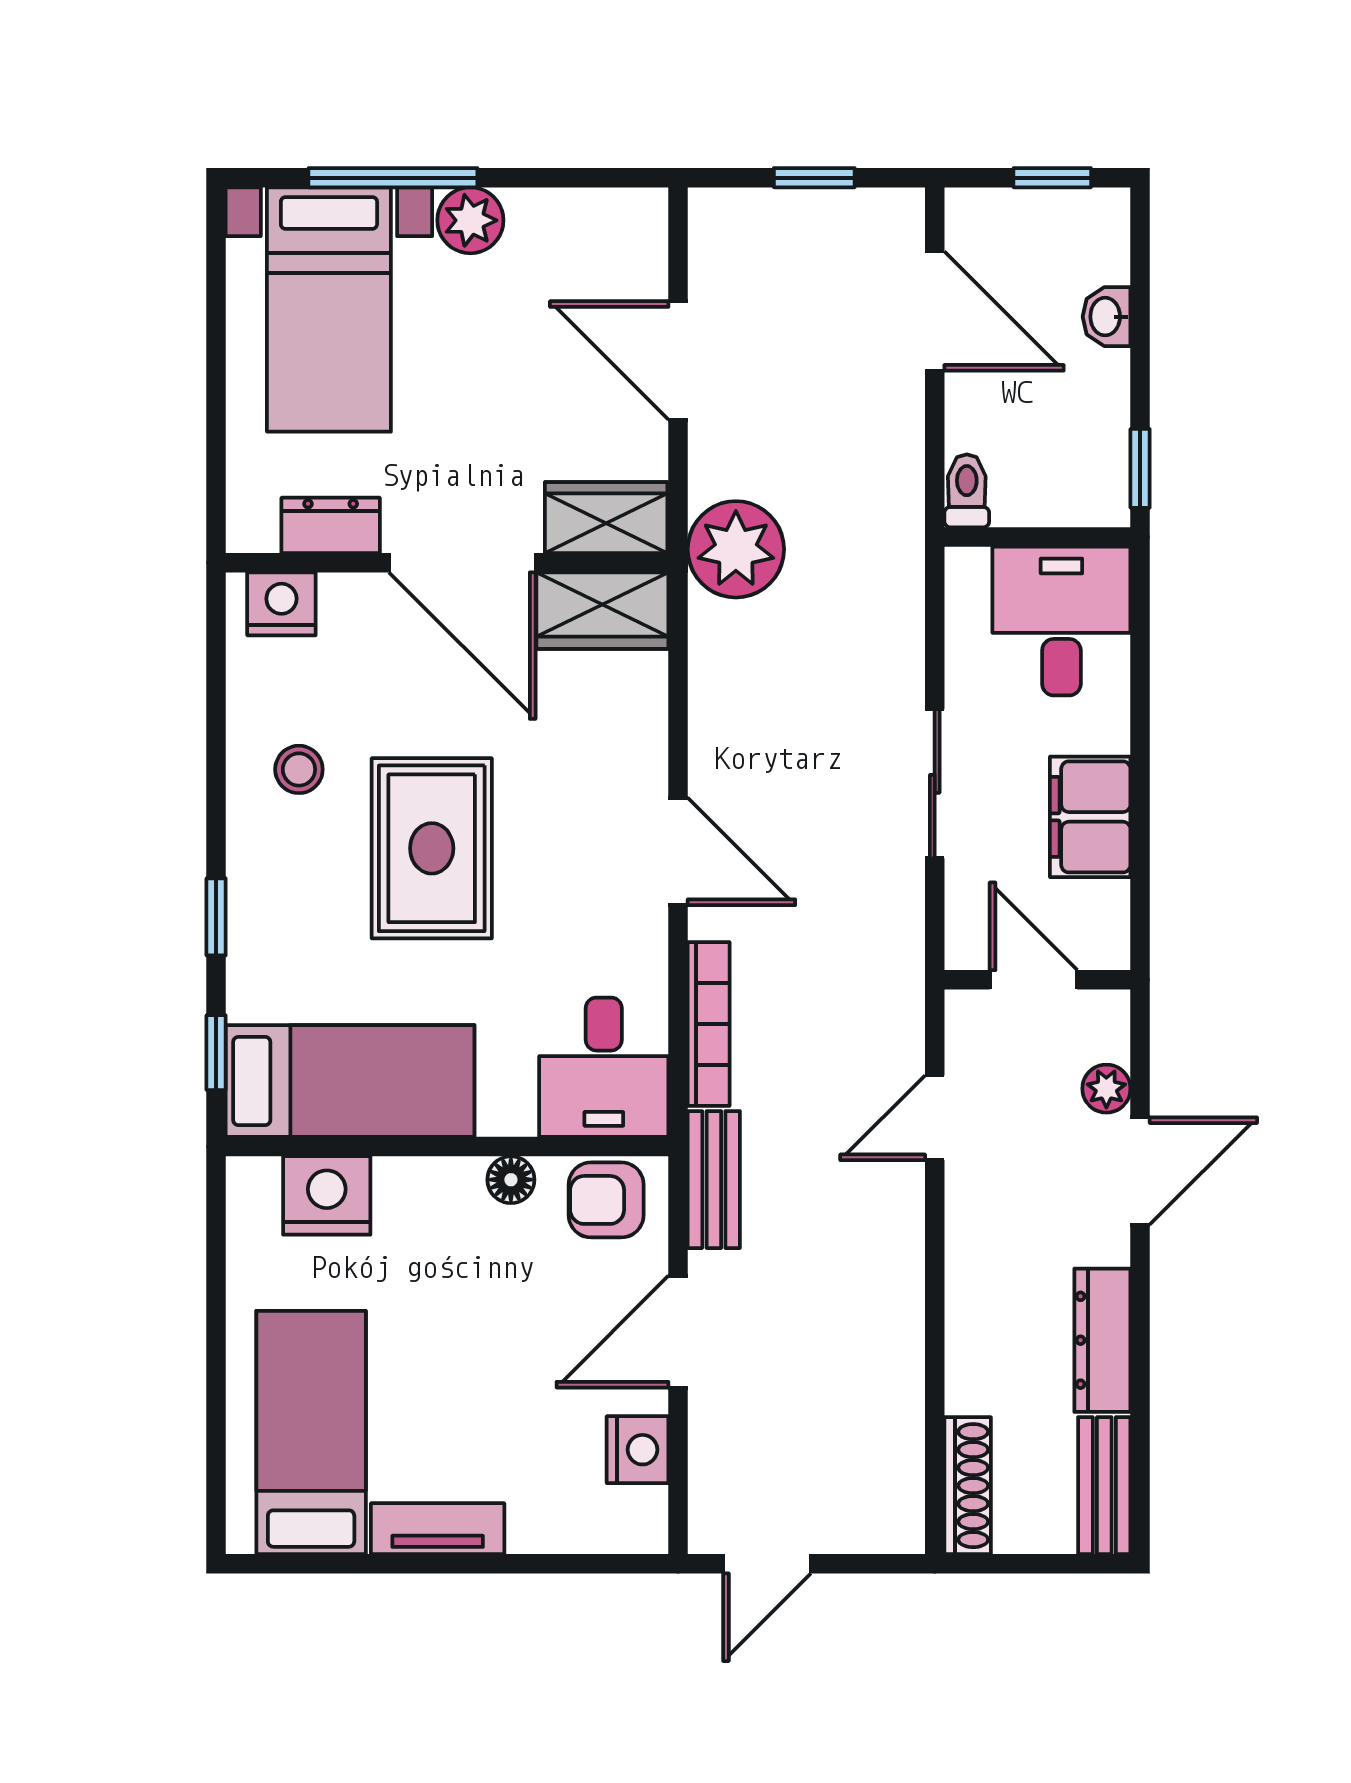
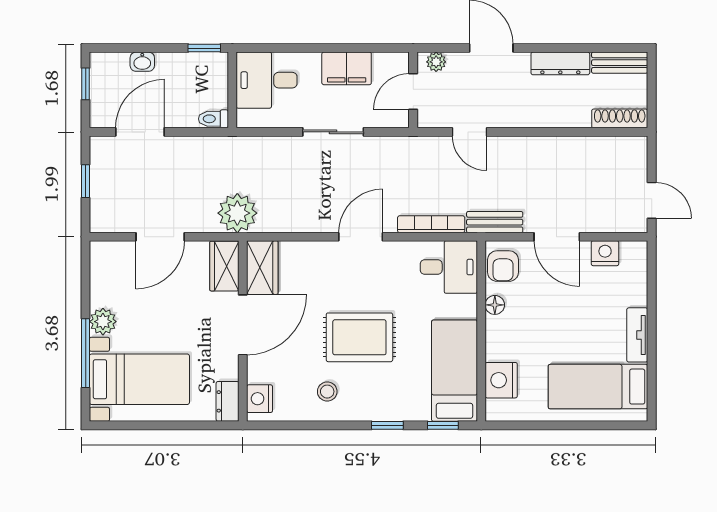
dresser: (331, 525) -> (228, 401), moved
plant: (1106, 1089) -> (436, 62), moved

